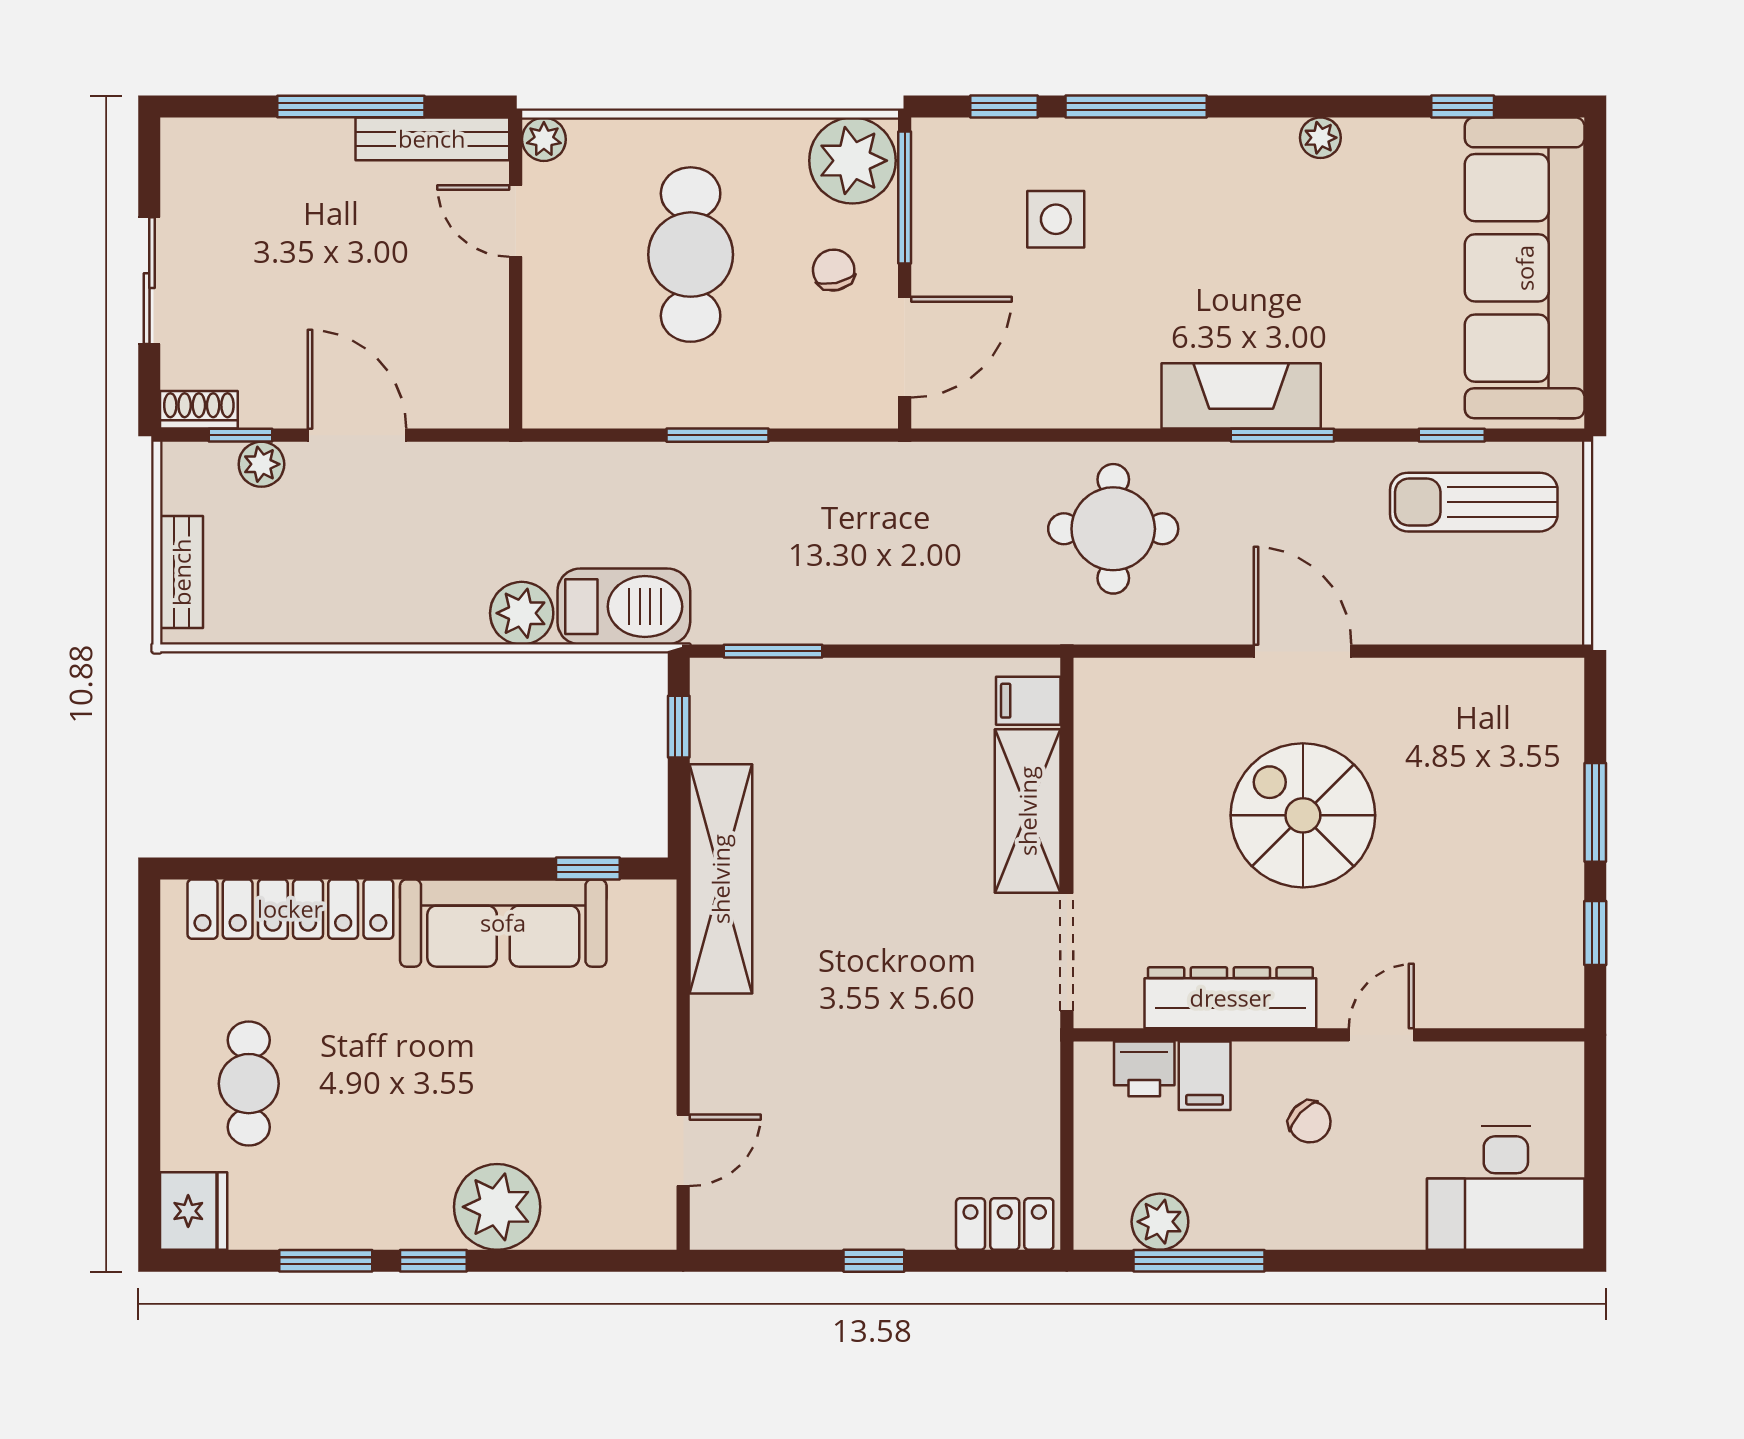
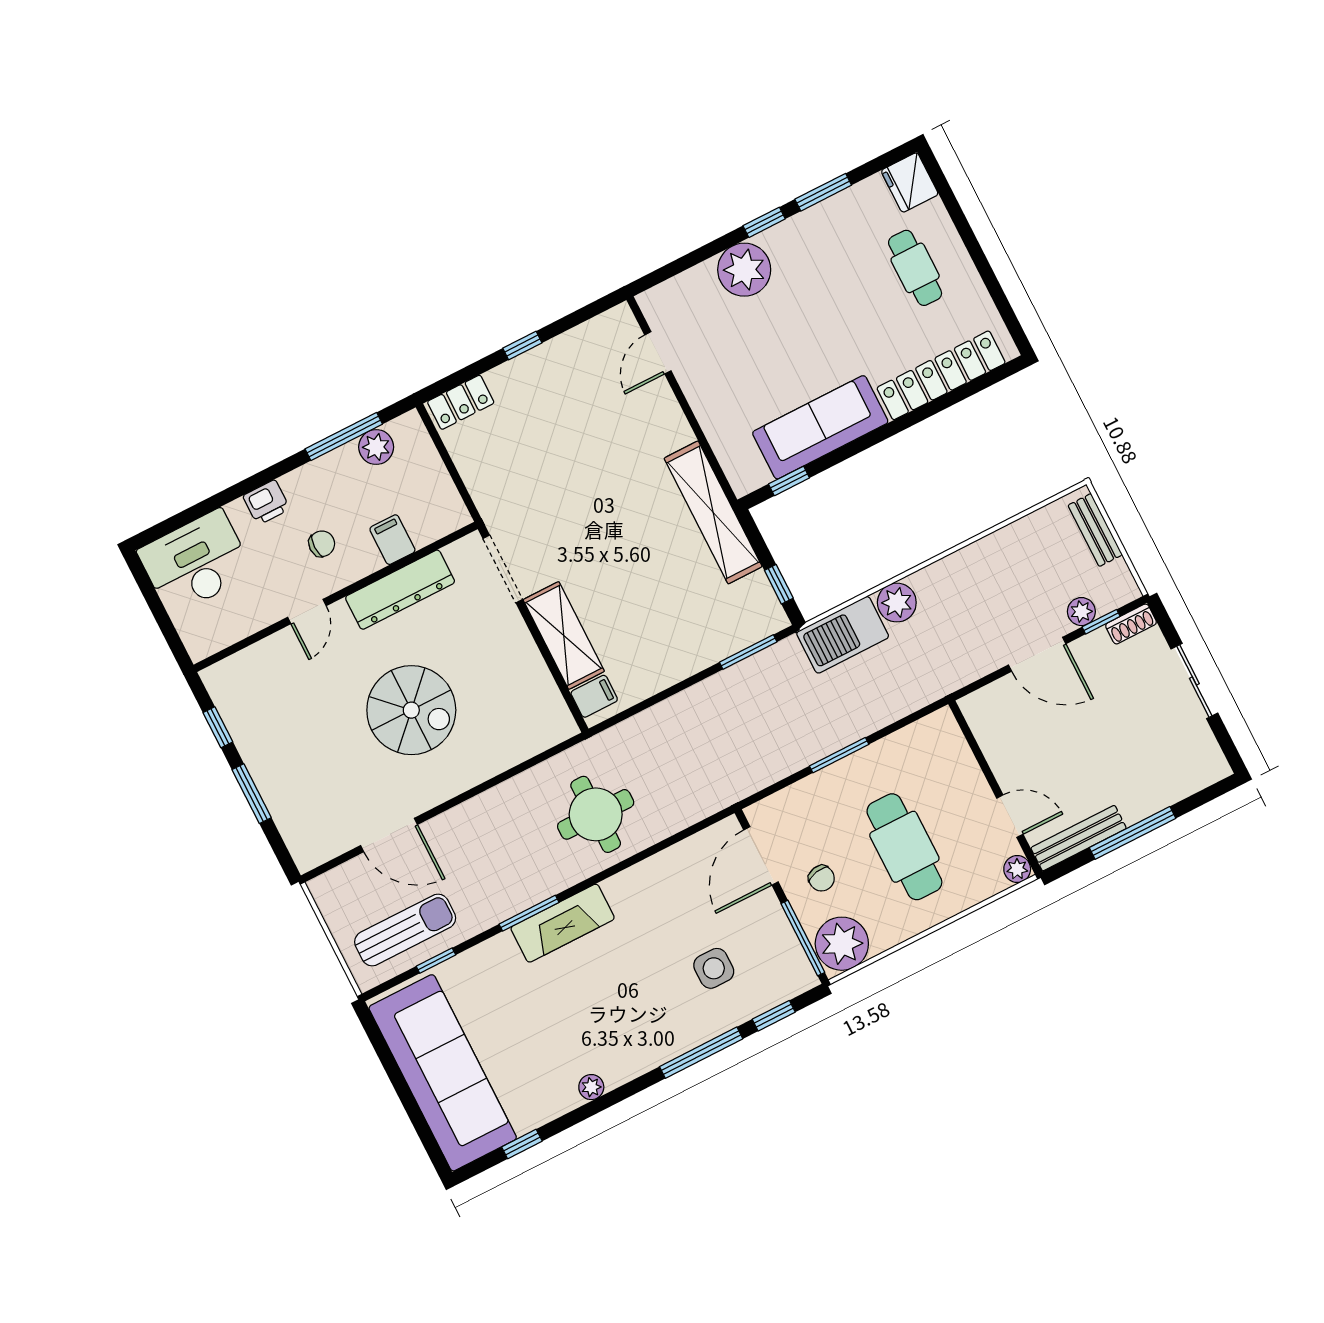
door: (1303, 651) -> (389, 835), moved
printer: (1144, 1069) -> (266, 502), moved, turned 180
chair: (1310, 1122) -> (322, 544), turned 137

